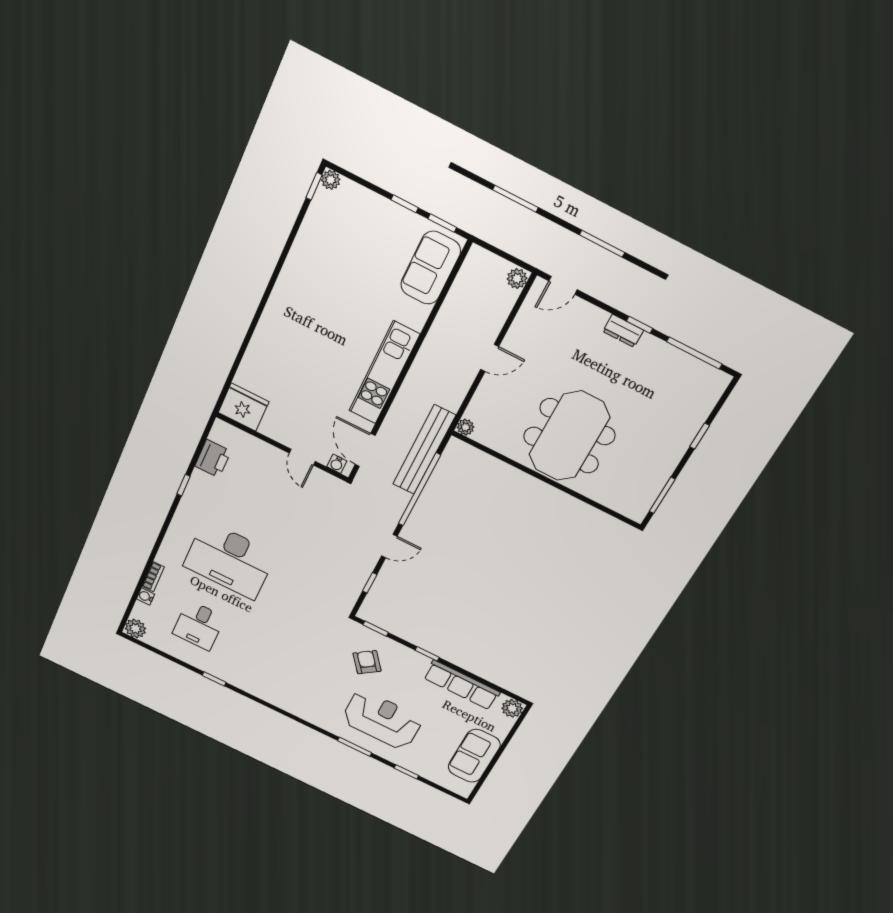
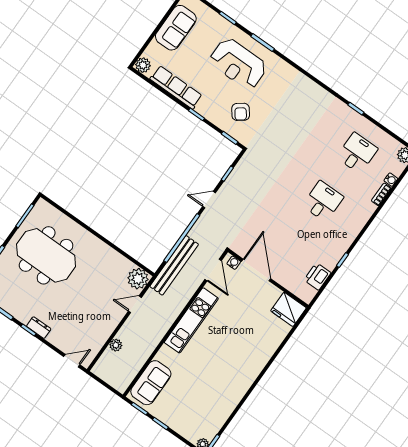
plant: (517, 279) -> (116, 345), moved
door: (490, 358) -> (135, 304), moved
plant: (465, 427) -> (138, 279), width x1.87, depth x1.87
meeting table: (569, 436) -> (46, 255), moved, turned 90
door: (302, 457) -> (256, 270), width x1.87
desk: (229, 560) -> (323, 201), width x0.53, depth x0.77

